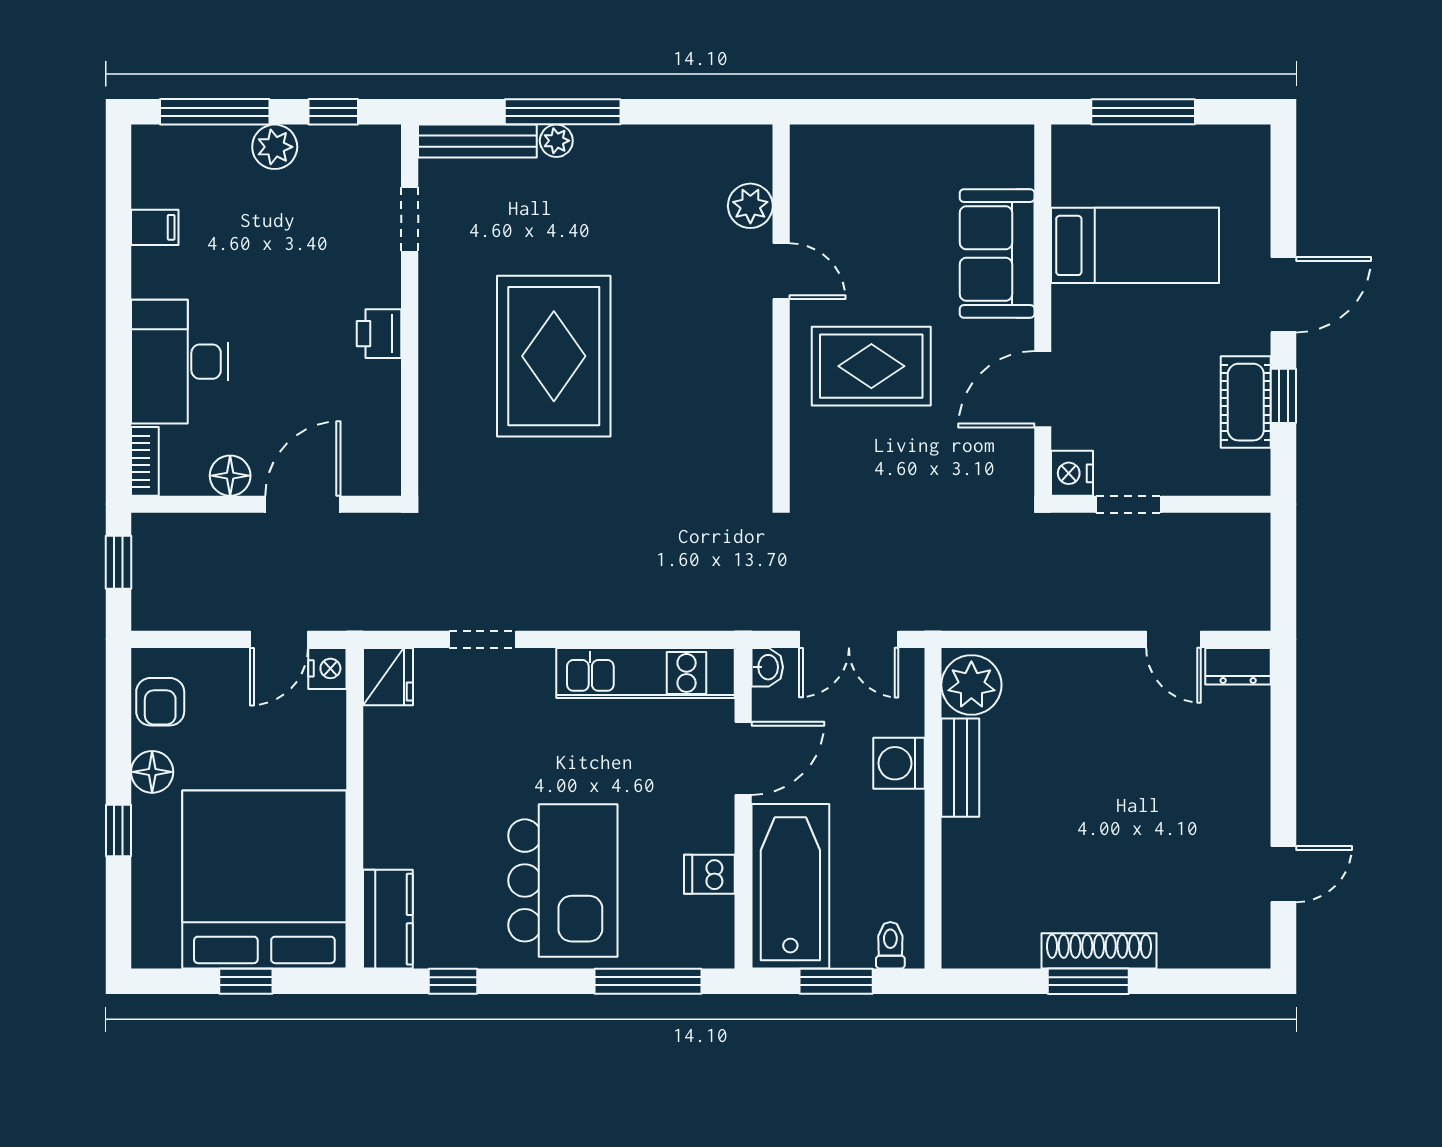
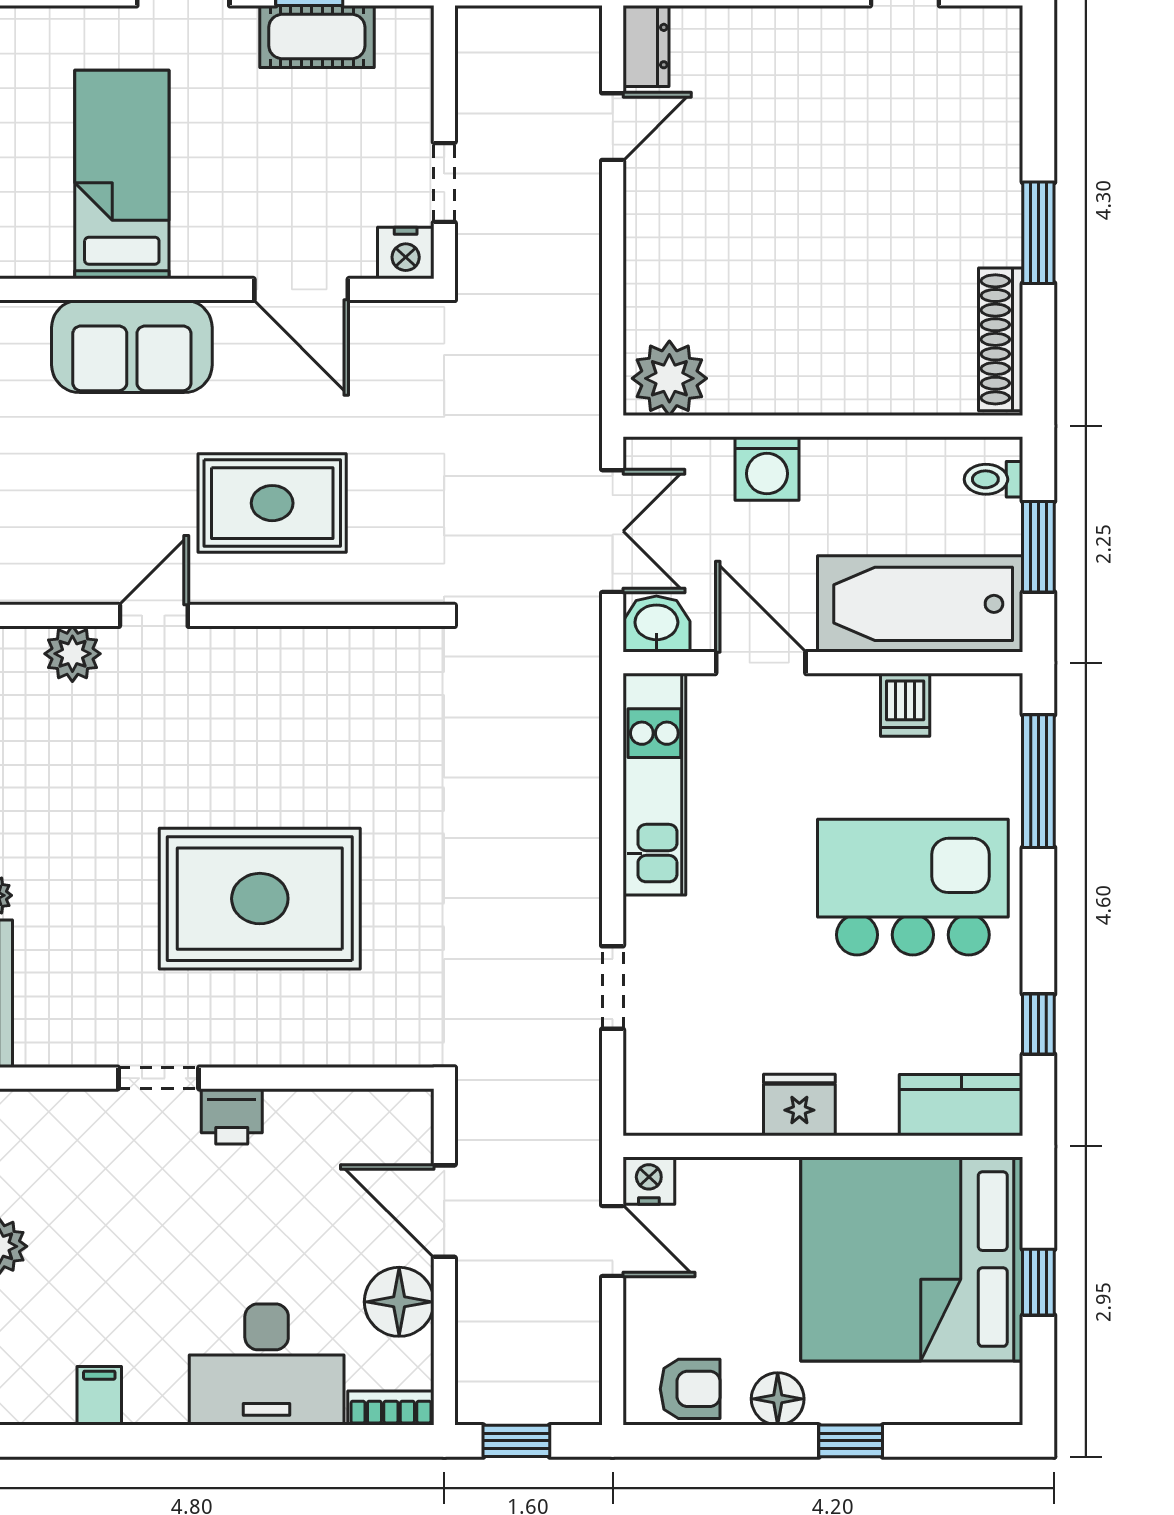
doorway: (410, 220) -> (159, 1078), moved
rug: (871, 366) -> (272, 503), turned 90
floor lamp: (230, 476) -> (399, 1302), width x1.38, depth x1.38
washbasin: (767, 667) -> (656, 624), width x1.38, depth x1.45
fridge: (388, 677) -> (799, 1105), moved
bench: (960, 768) -> (772, 392), removed
shoe rack: (1099, 951) -> (1001, 339), moved

